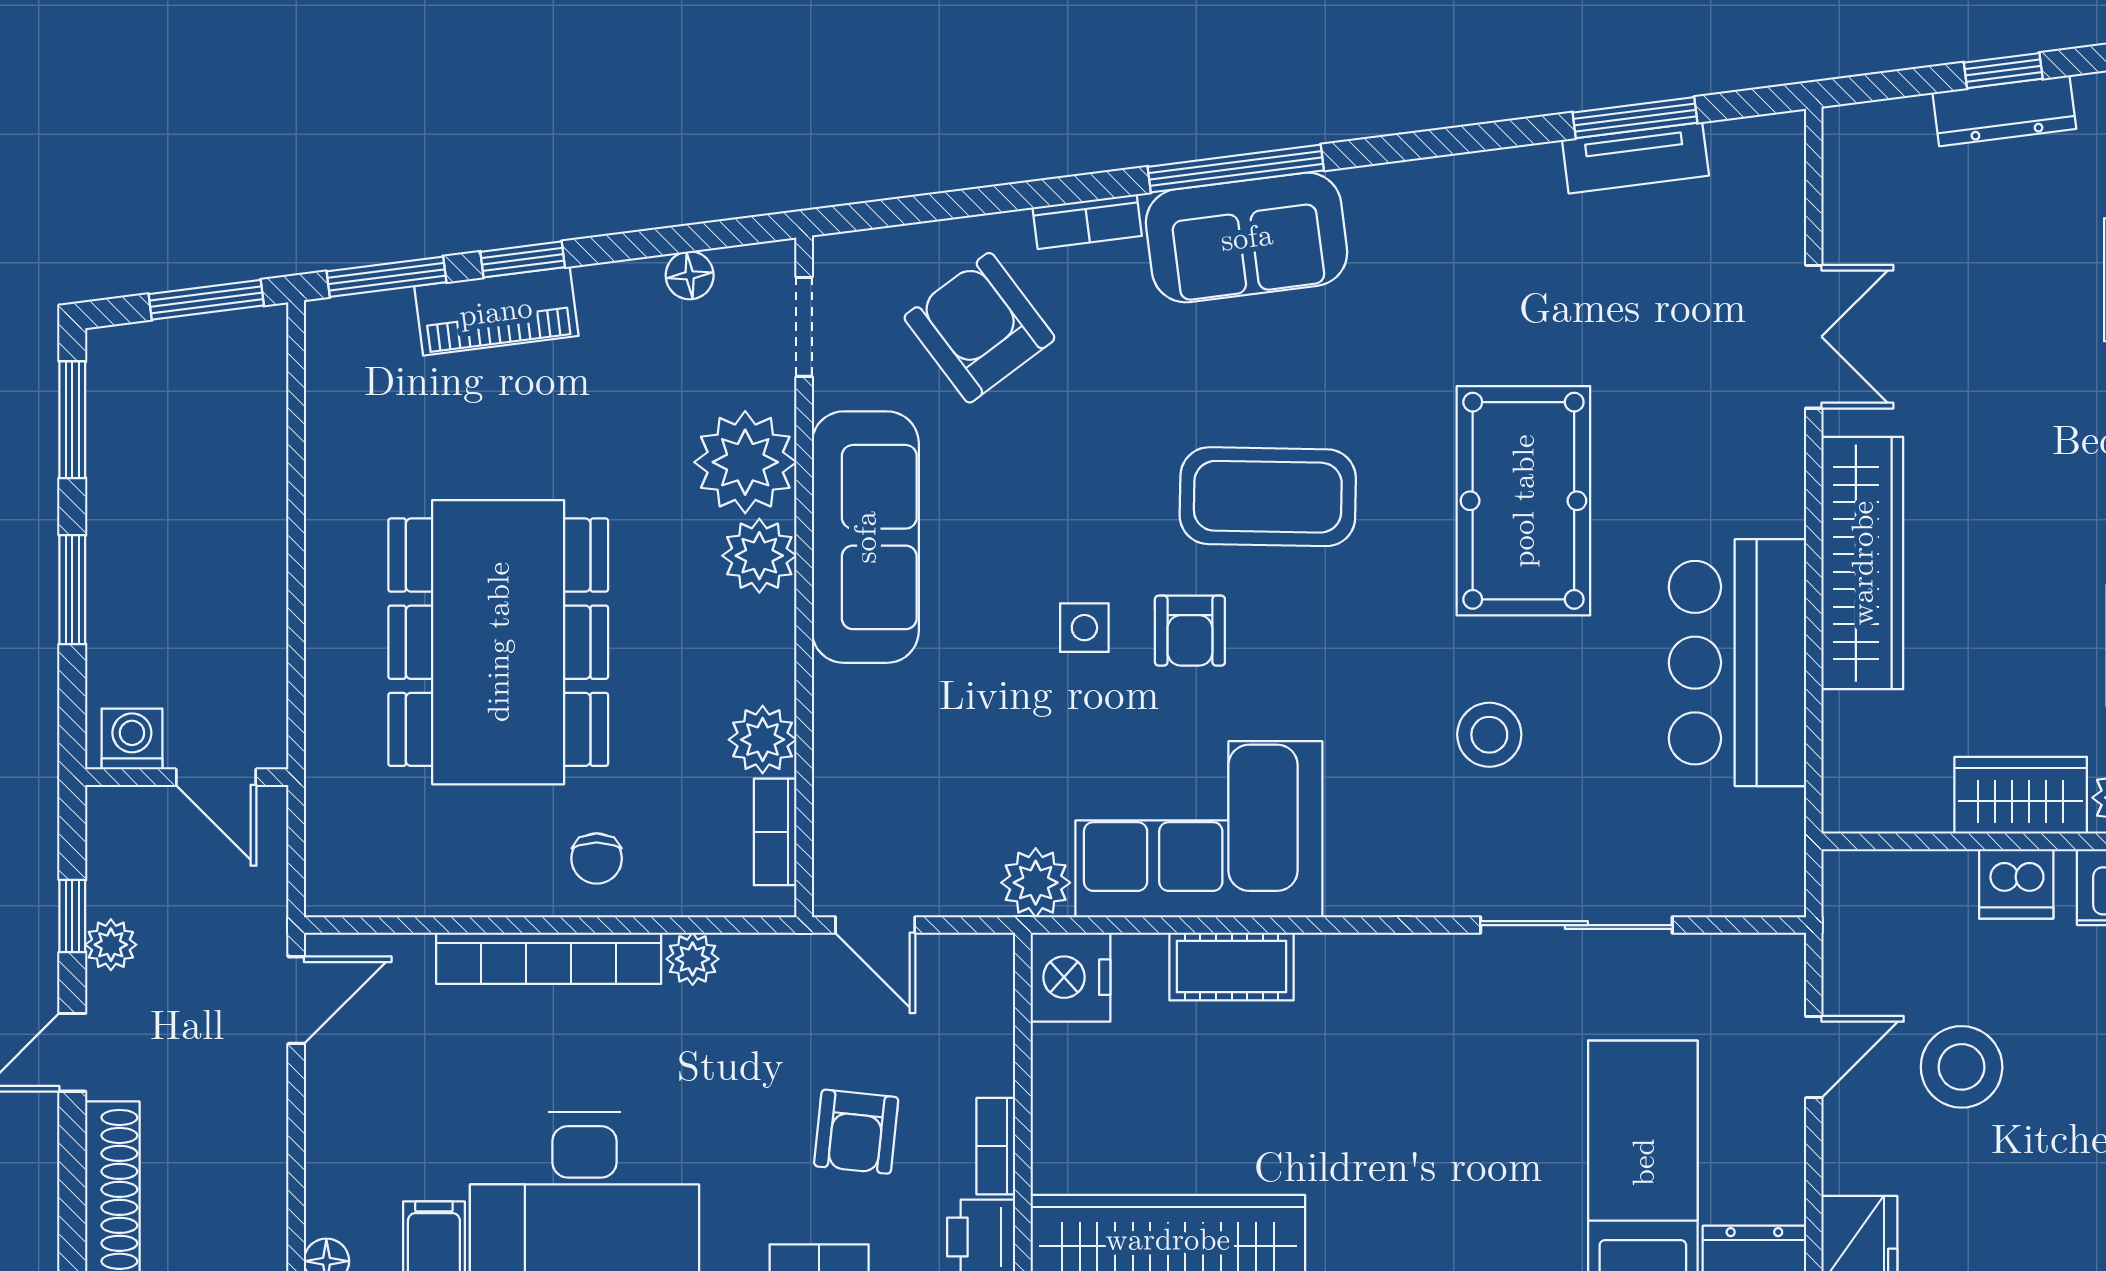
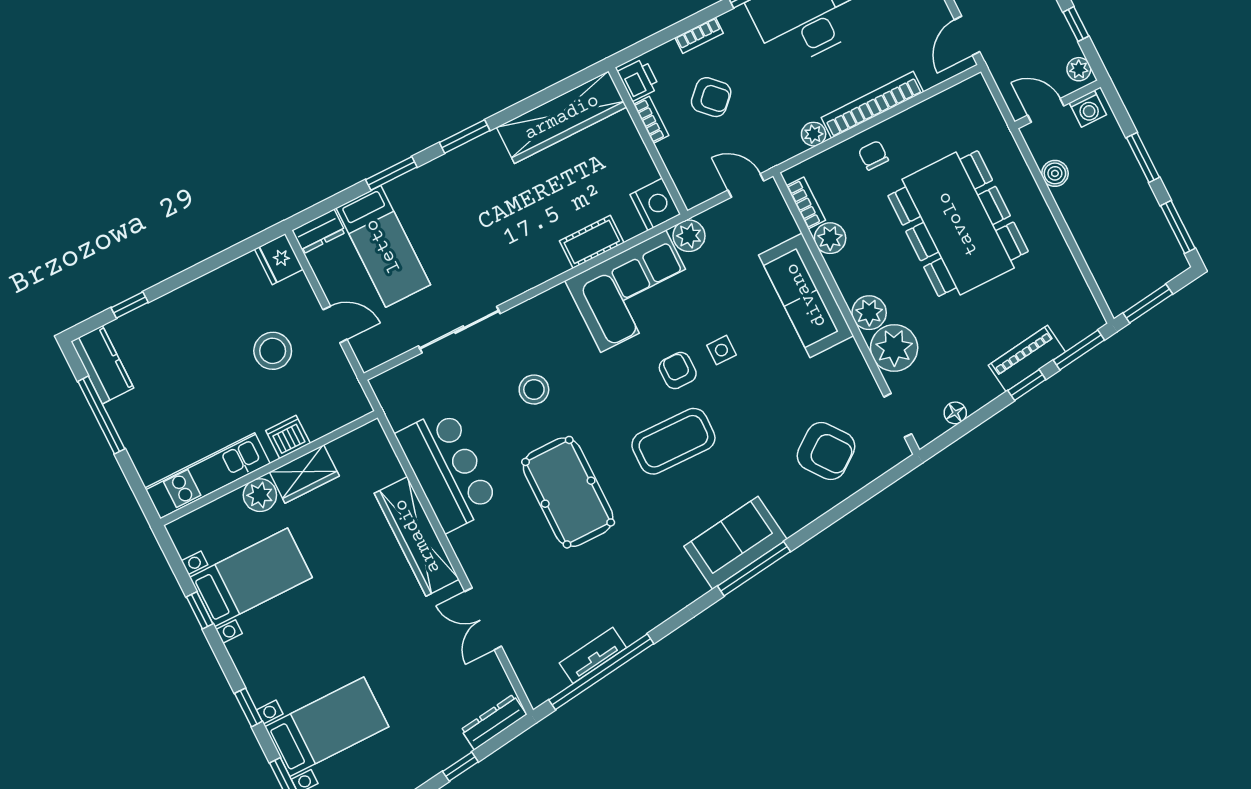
dresser: (2004, 111) -> (494, 722), moved
window: (1635, 118) -> (601, 672), width x2.11
bookcase: (1087, 222) -> (804, 517), removed
sofa: (865, 537) -> (806, 295), moved
boiler: (260, 645) -> (1055, 173), added
plant: (111, 945) -> (1079, 69), moved
door: (1814, 1057) -> (335, 324), swing flipped
armchair: (856, 1132) -> (711, 97), turned 129

